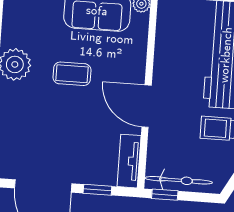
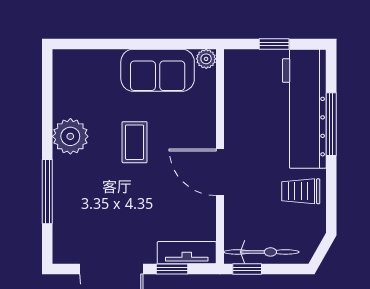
coffee table: (72, 74) -> (135, 142), turned 90
tv unit: (129, 161) -> (187, 253), moved, turned 90

